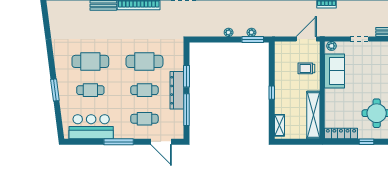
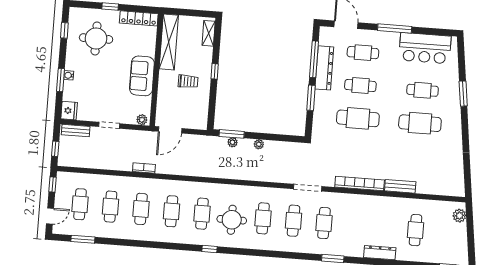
trolley: (306, 68) -> (188, 81), moved
sofa: (334, 71) -> (142, 76), moved
dresser: (177, 90) -> (324, 68), moved

